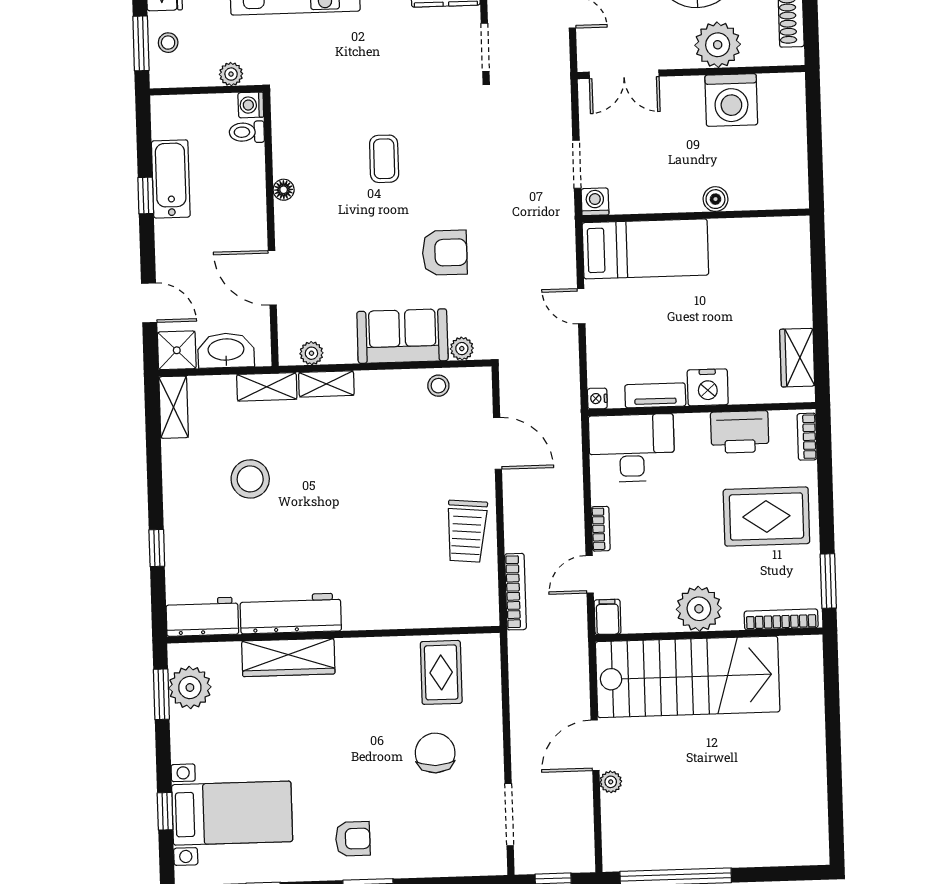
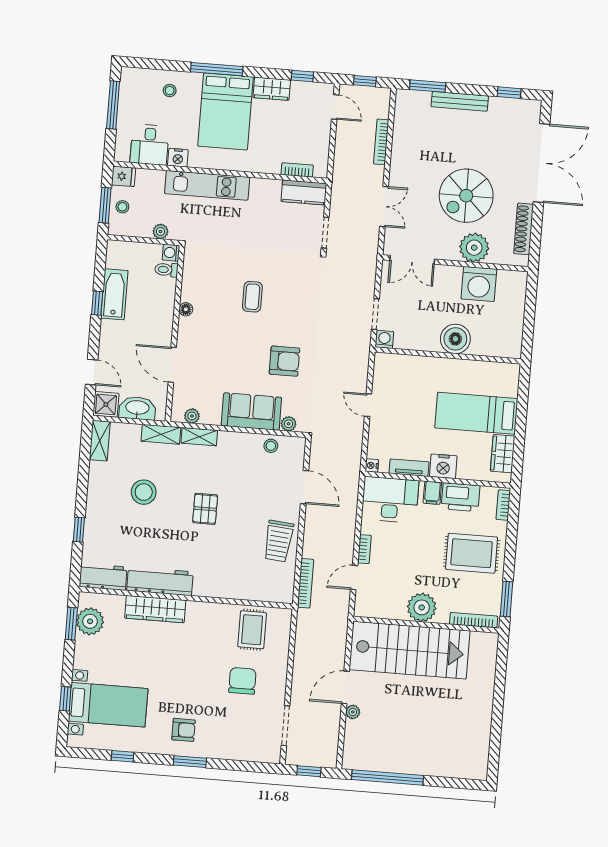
boiler: (715, 199) -> (455, 339), width x1.86, depth x1.86
bed: (645, 249) -> (476, 413), moved, turned 180
pallet: (348, 494) -> (205, 509), added
filing cabinet: (608, 617) -> (432, 493), moved, turned 180

